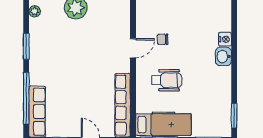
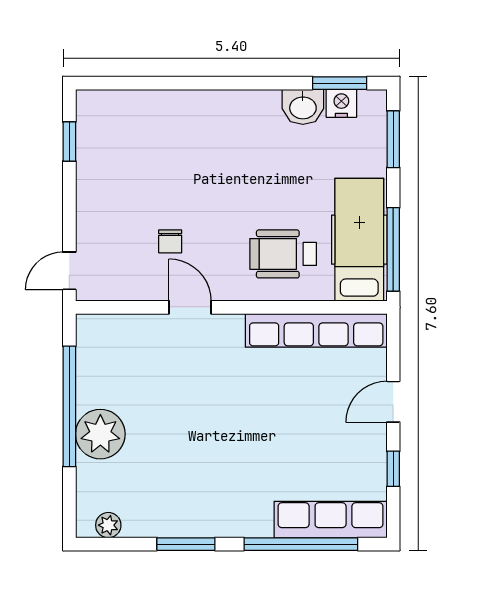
nightstand: (225, 39) -> (341, 103), moved
washbasin: (223, 57) -> (303, 107), moved
wheelchair: (167, 80) -> (283, 254), moved, turned -90

